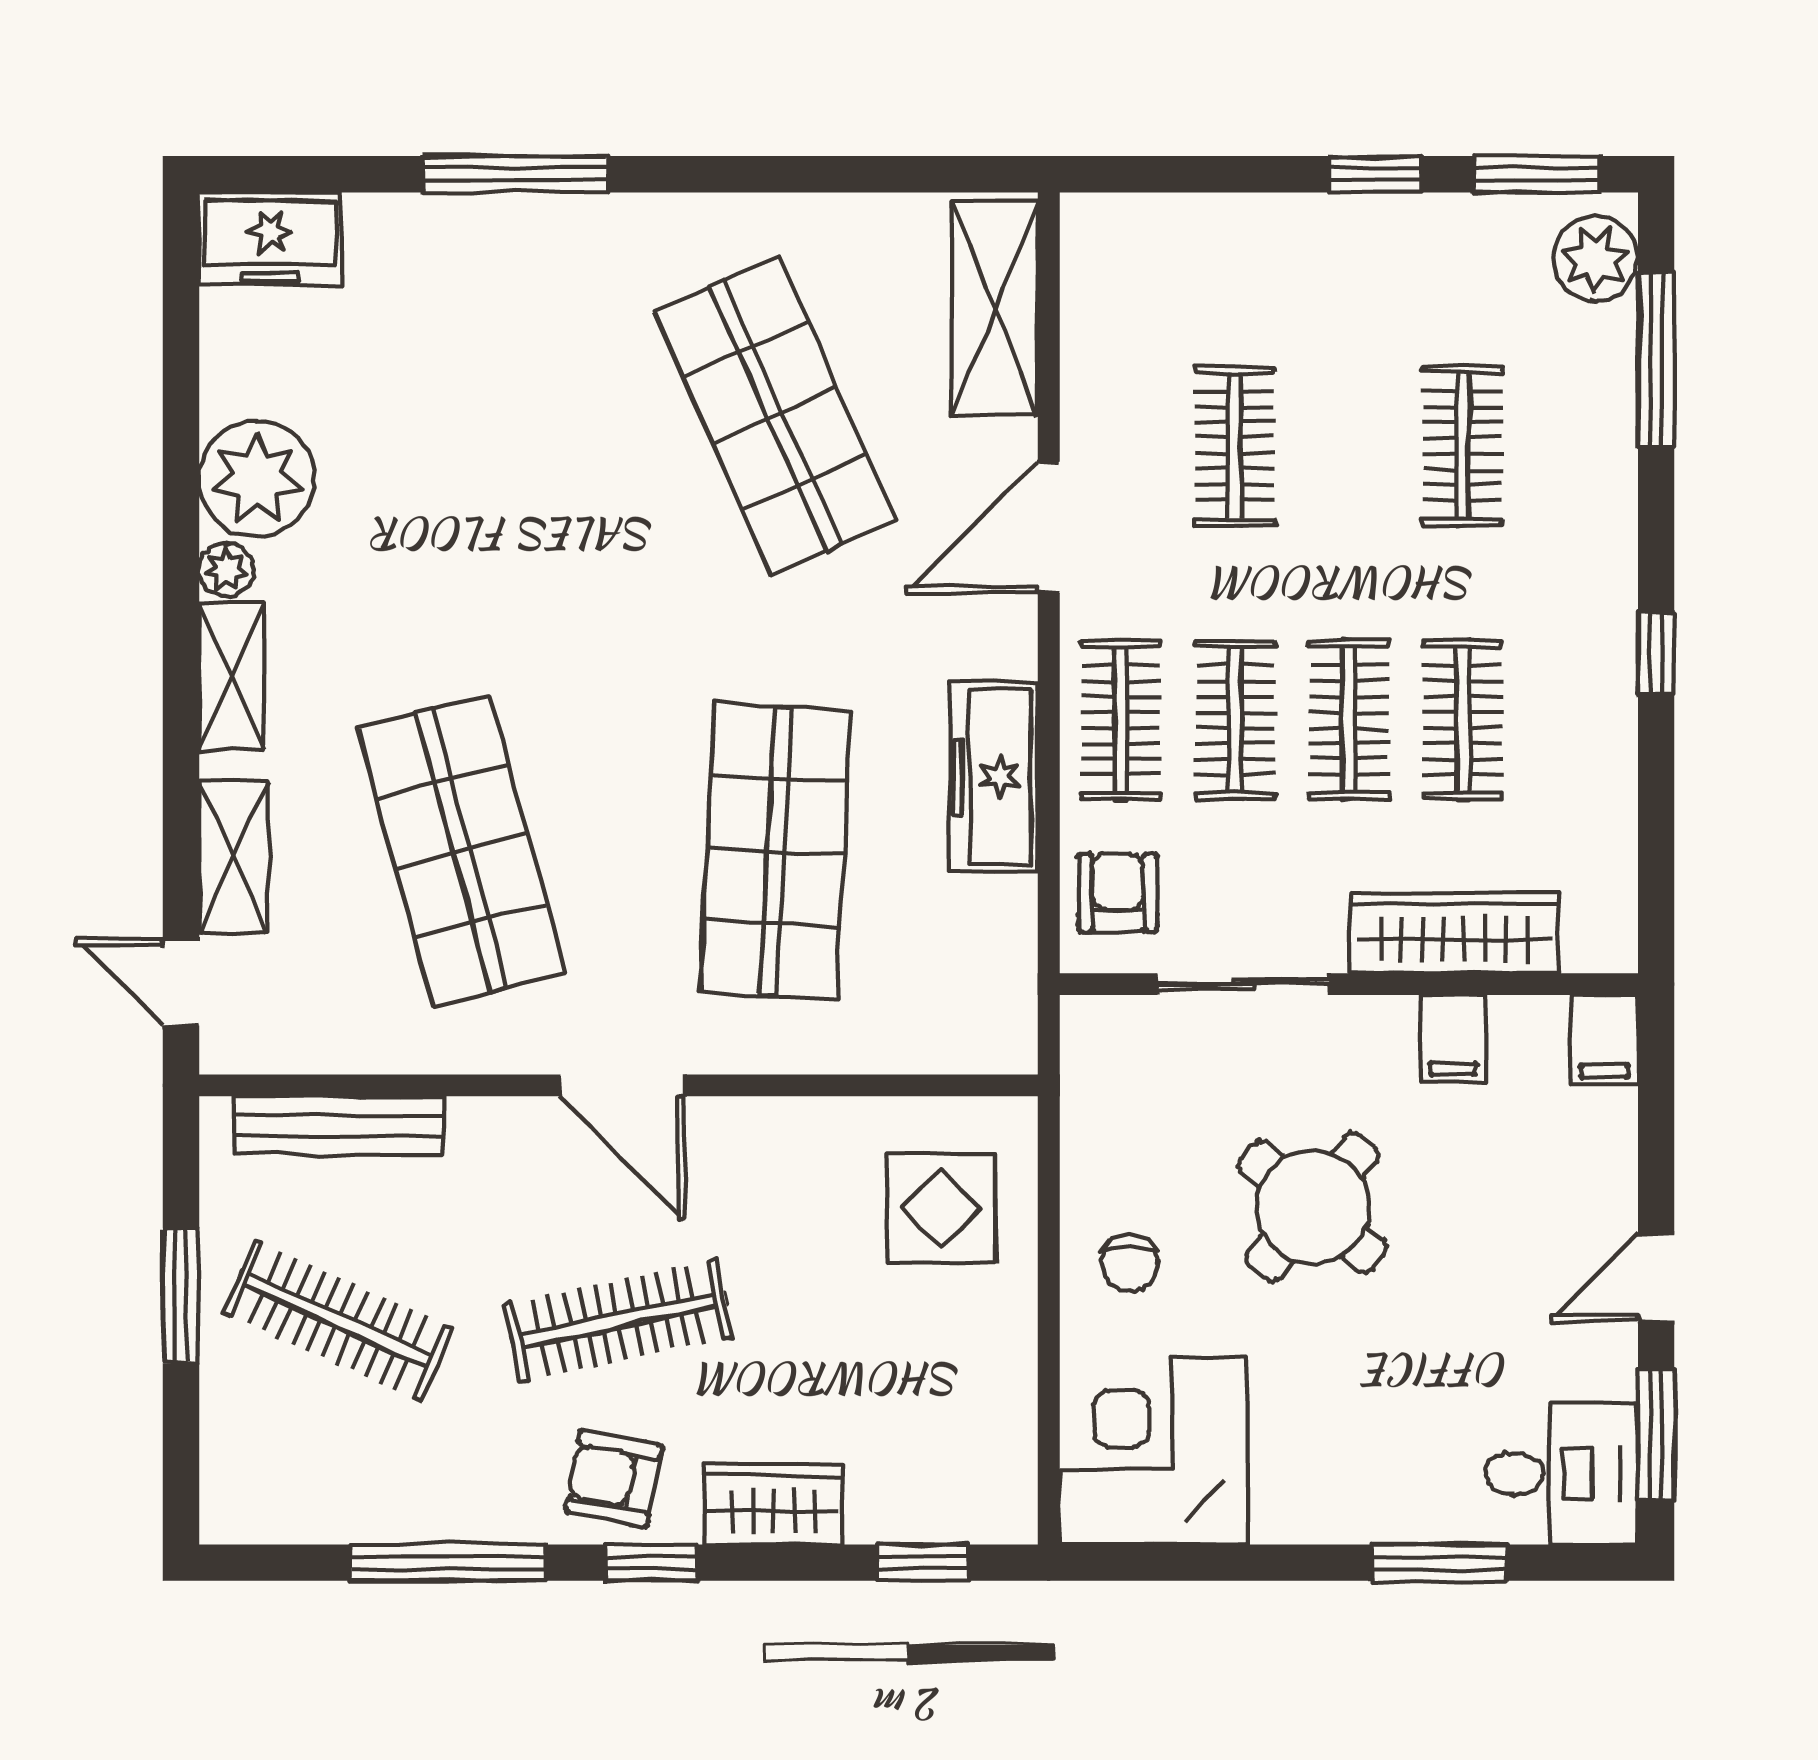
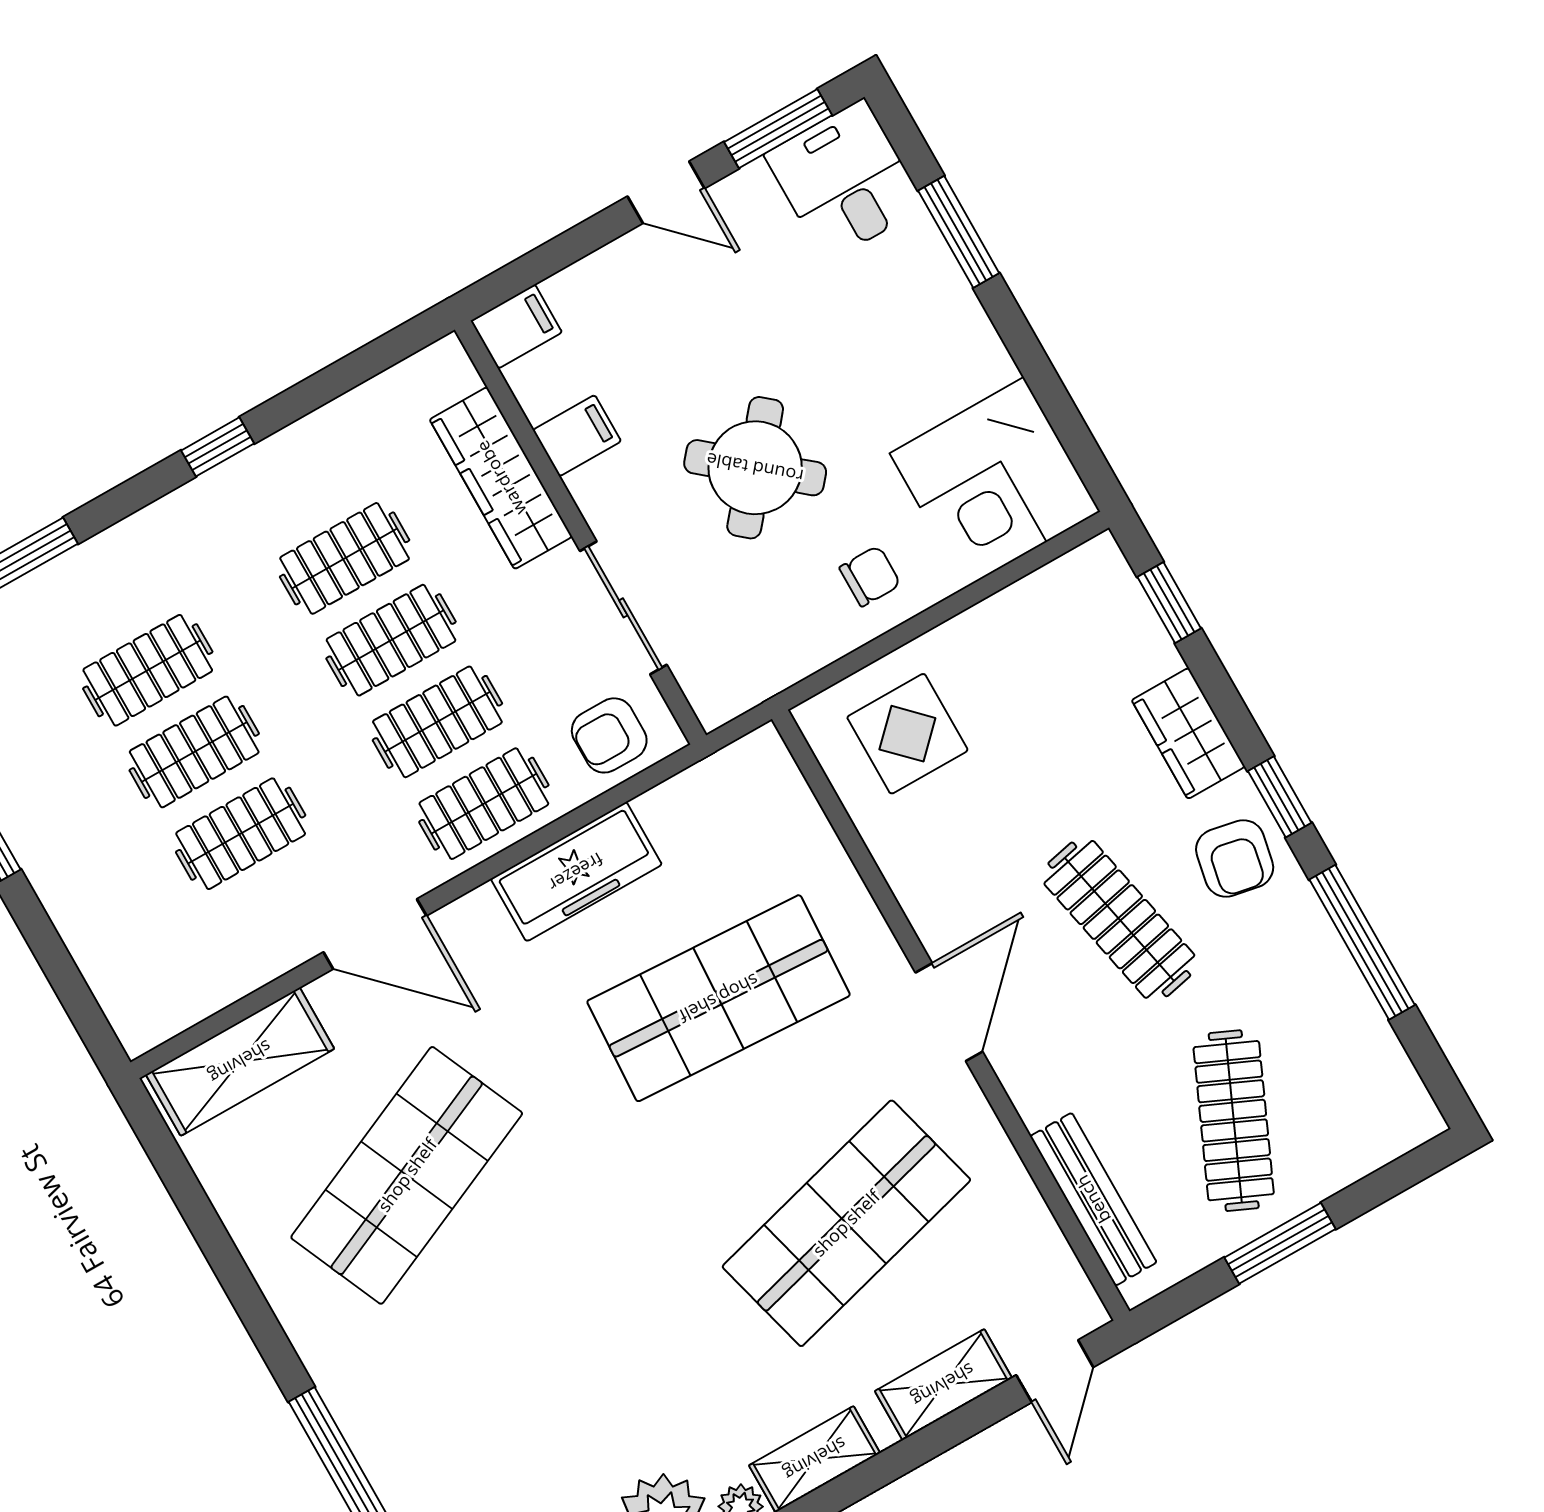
clothes rail: (1349, 446) -> (194, 752), added

